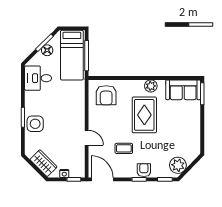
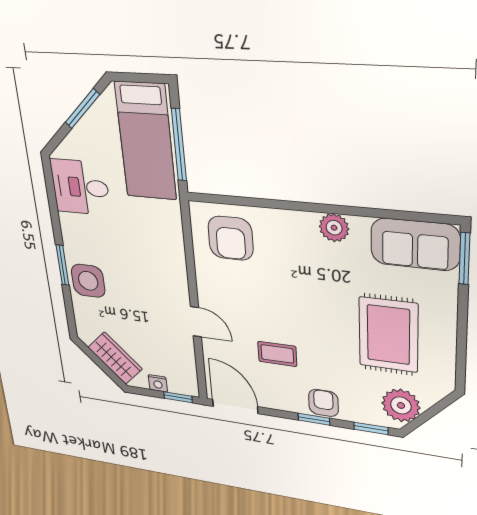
floor lamp: (47, 50) -> (91, 126), removed
rug: (144, 115) -> (388, 335), moved

